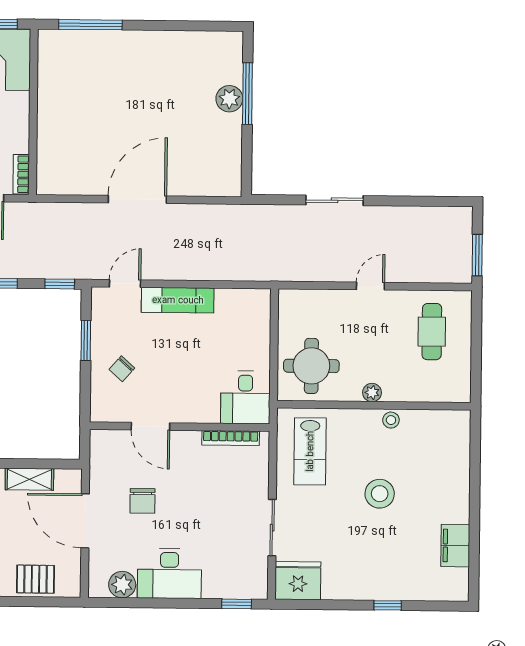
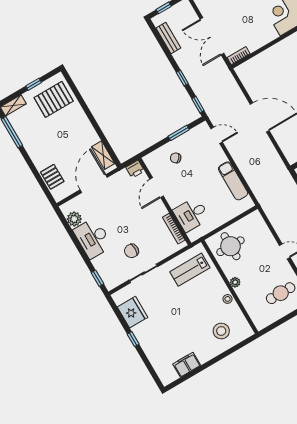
exam couch: (178, 300) -> (233, 181), moved
desk: (245, 397) -> (191, 214), moved
printer: (101, 442) -> (135, 169), added
shelving: (29, 479) -> (103, 155), moved
stool: (380, 494) -> (221, 331), moved
chair: (142, 501) -> (131, 251), moved
fridge: (298, 581) -> (132, 312), moved
window: (388, 605) -> (133, 339), moved

